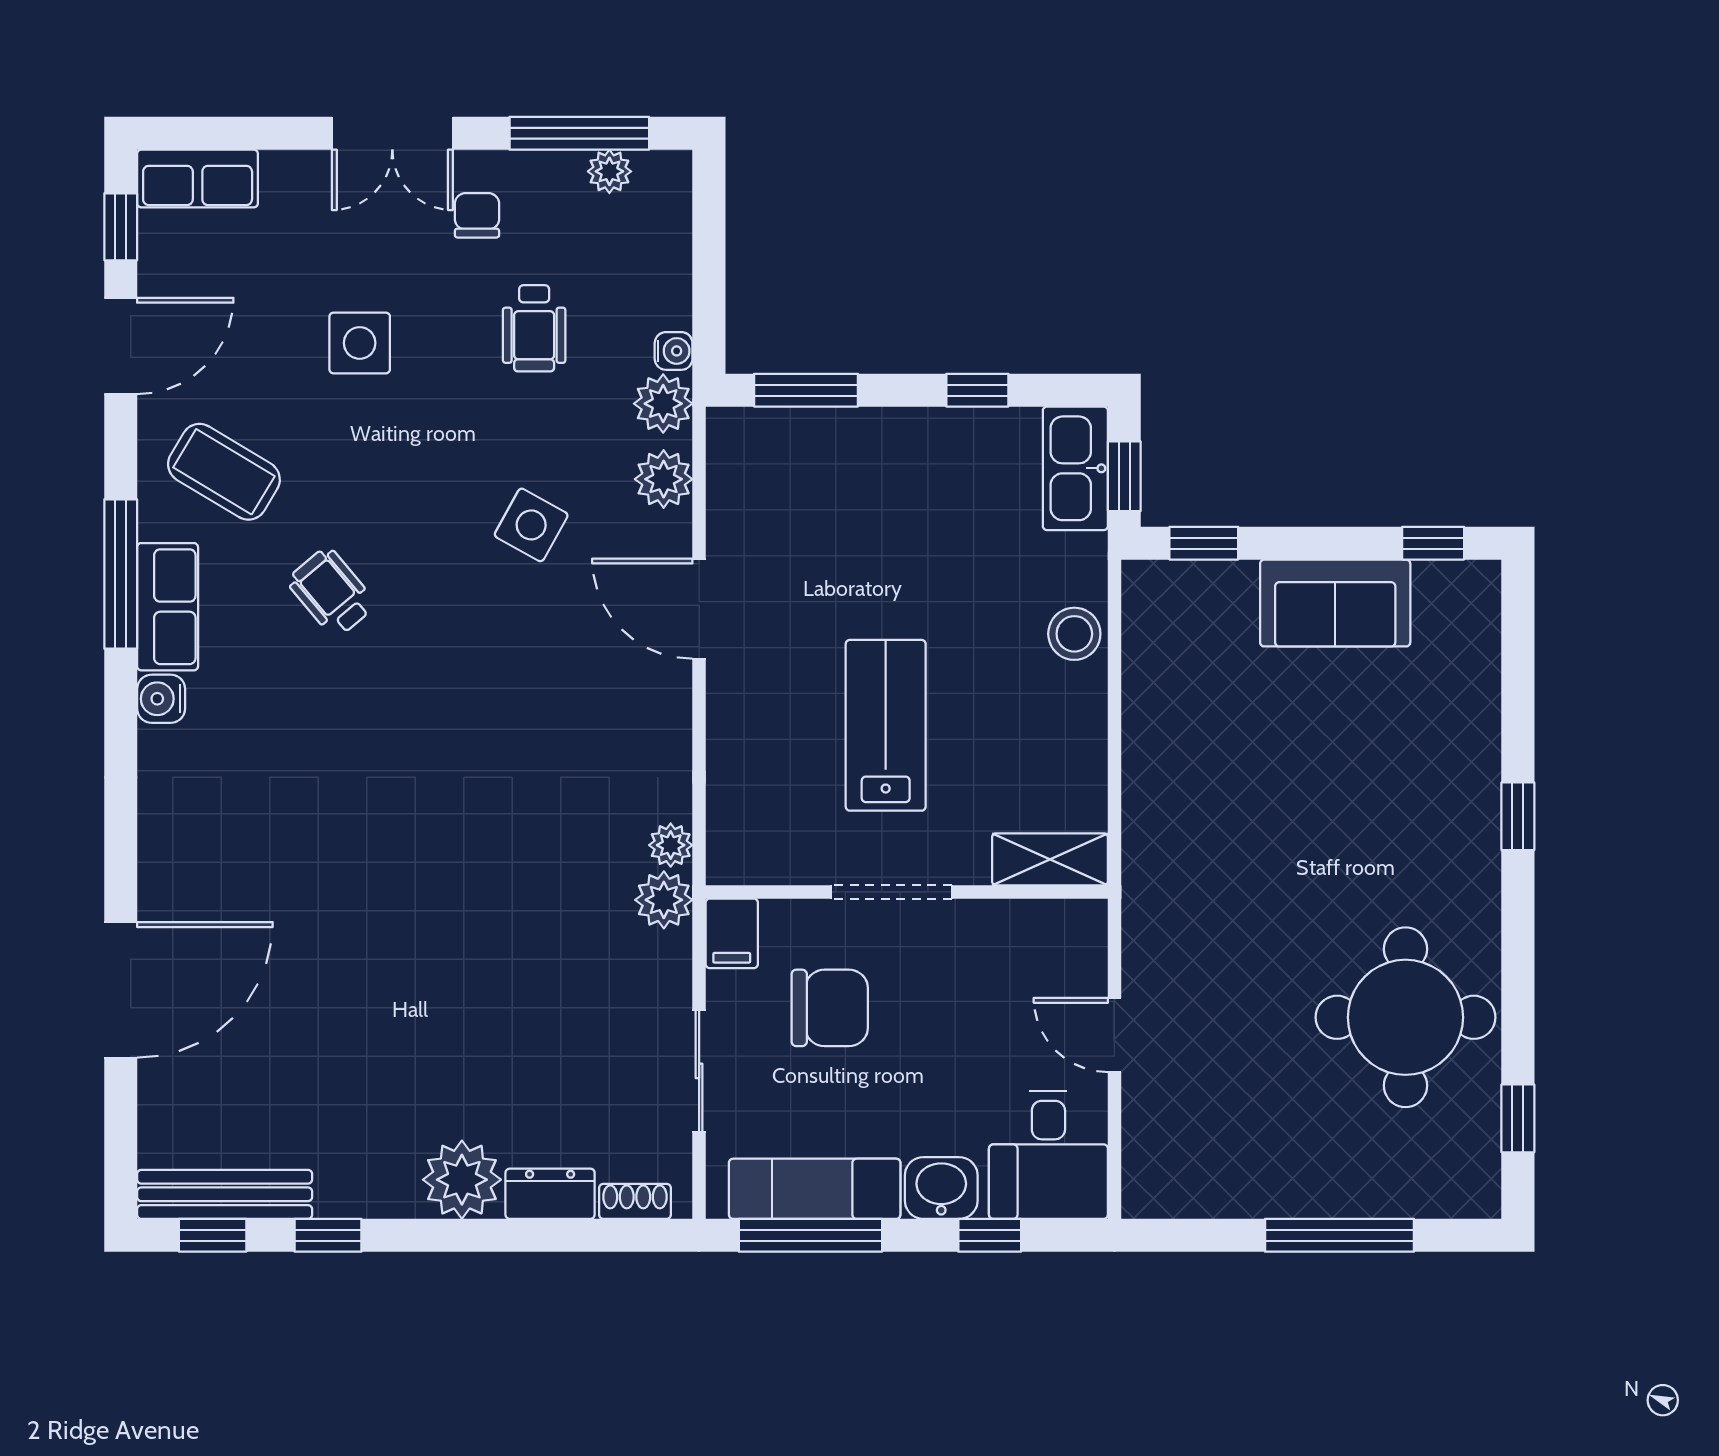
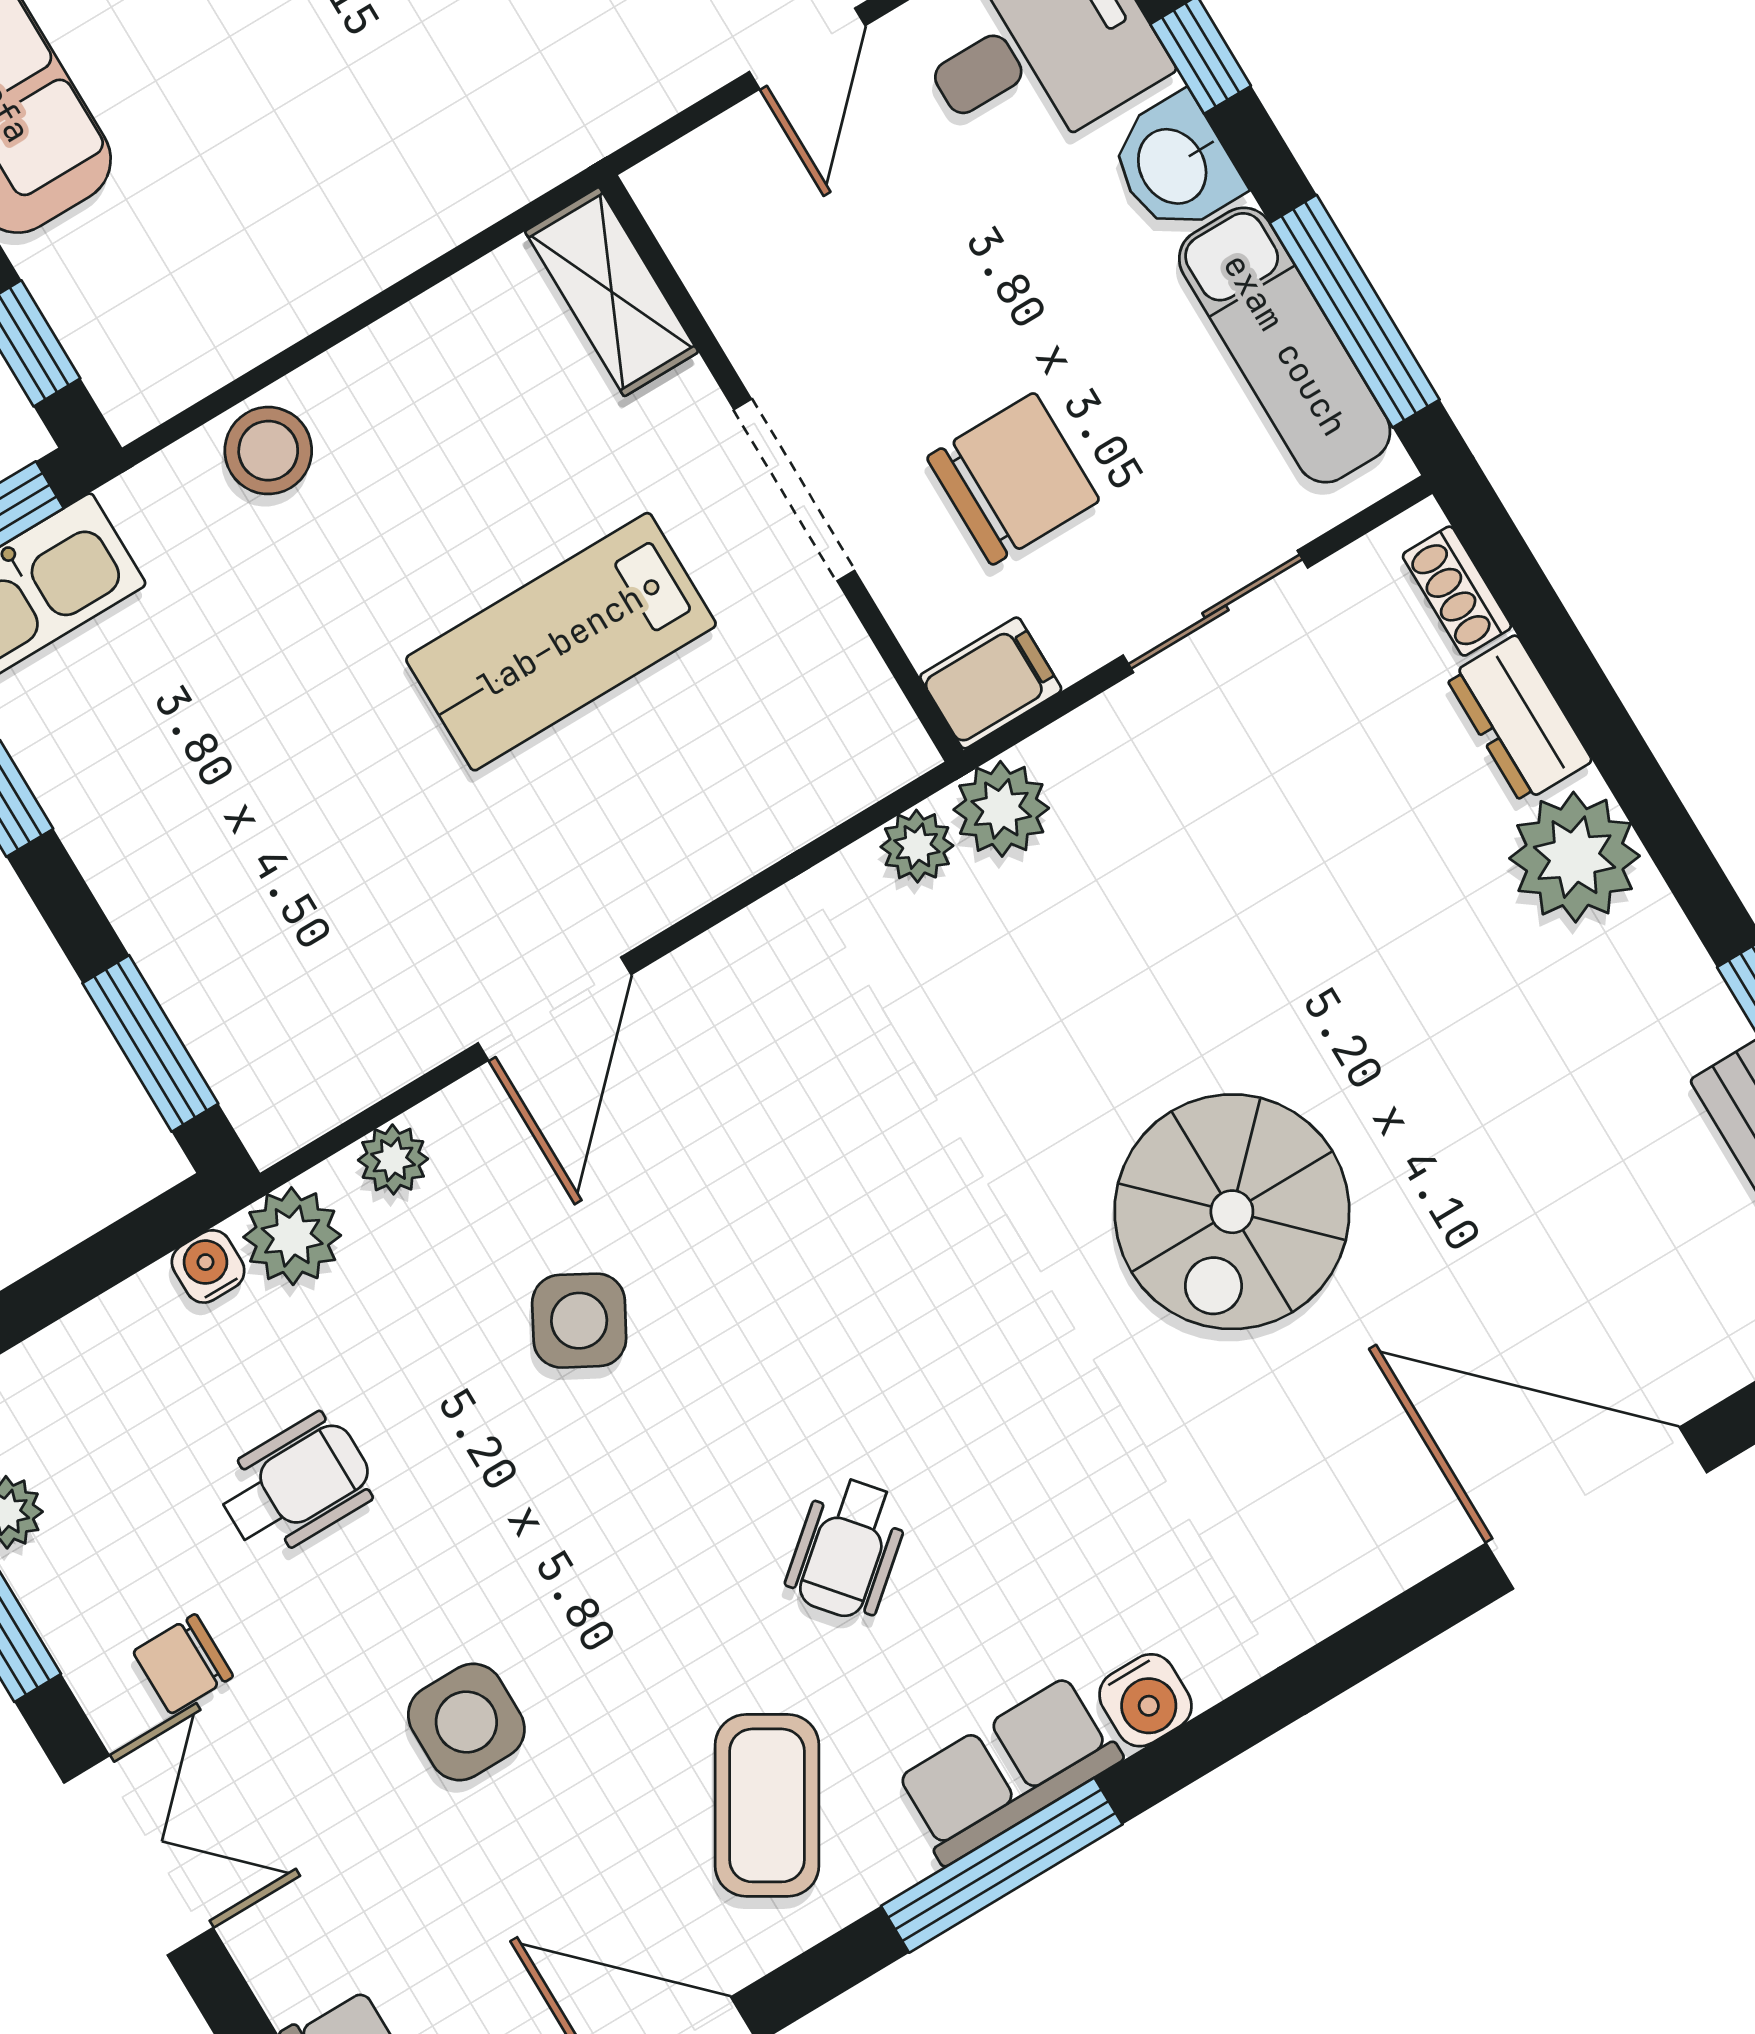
plant: (664, 479) -> (393, 1159), width x0.73, depth x0.73
spiral stairs: (386, 894) -> (1232, 1212), added
chair: (830, 1008) -> (1013, 479), turned 90

